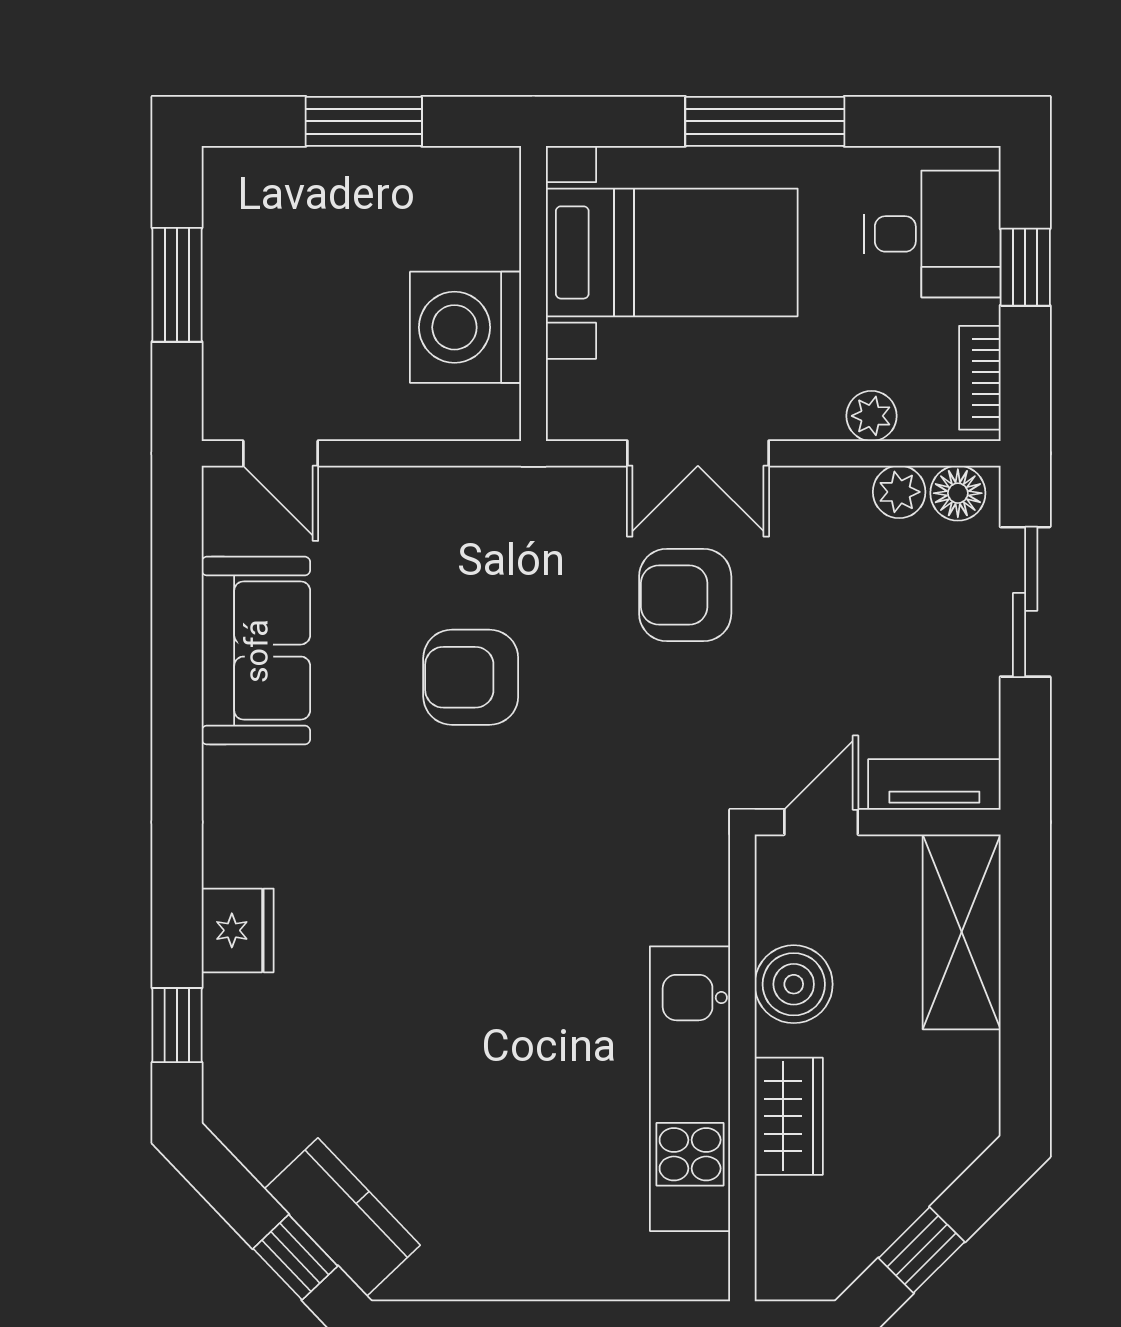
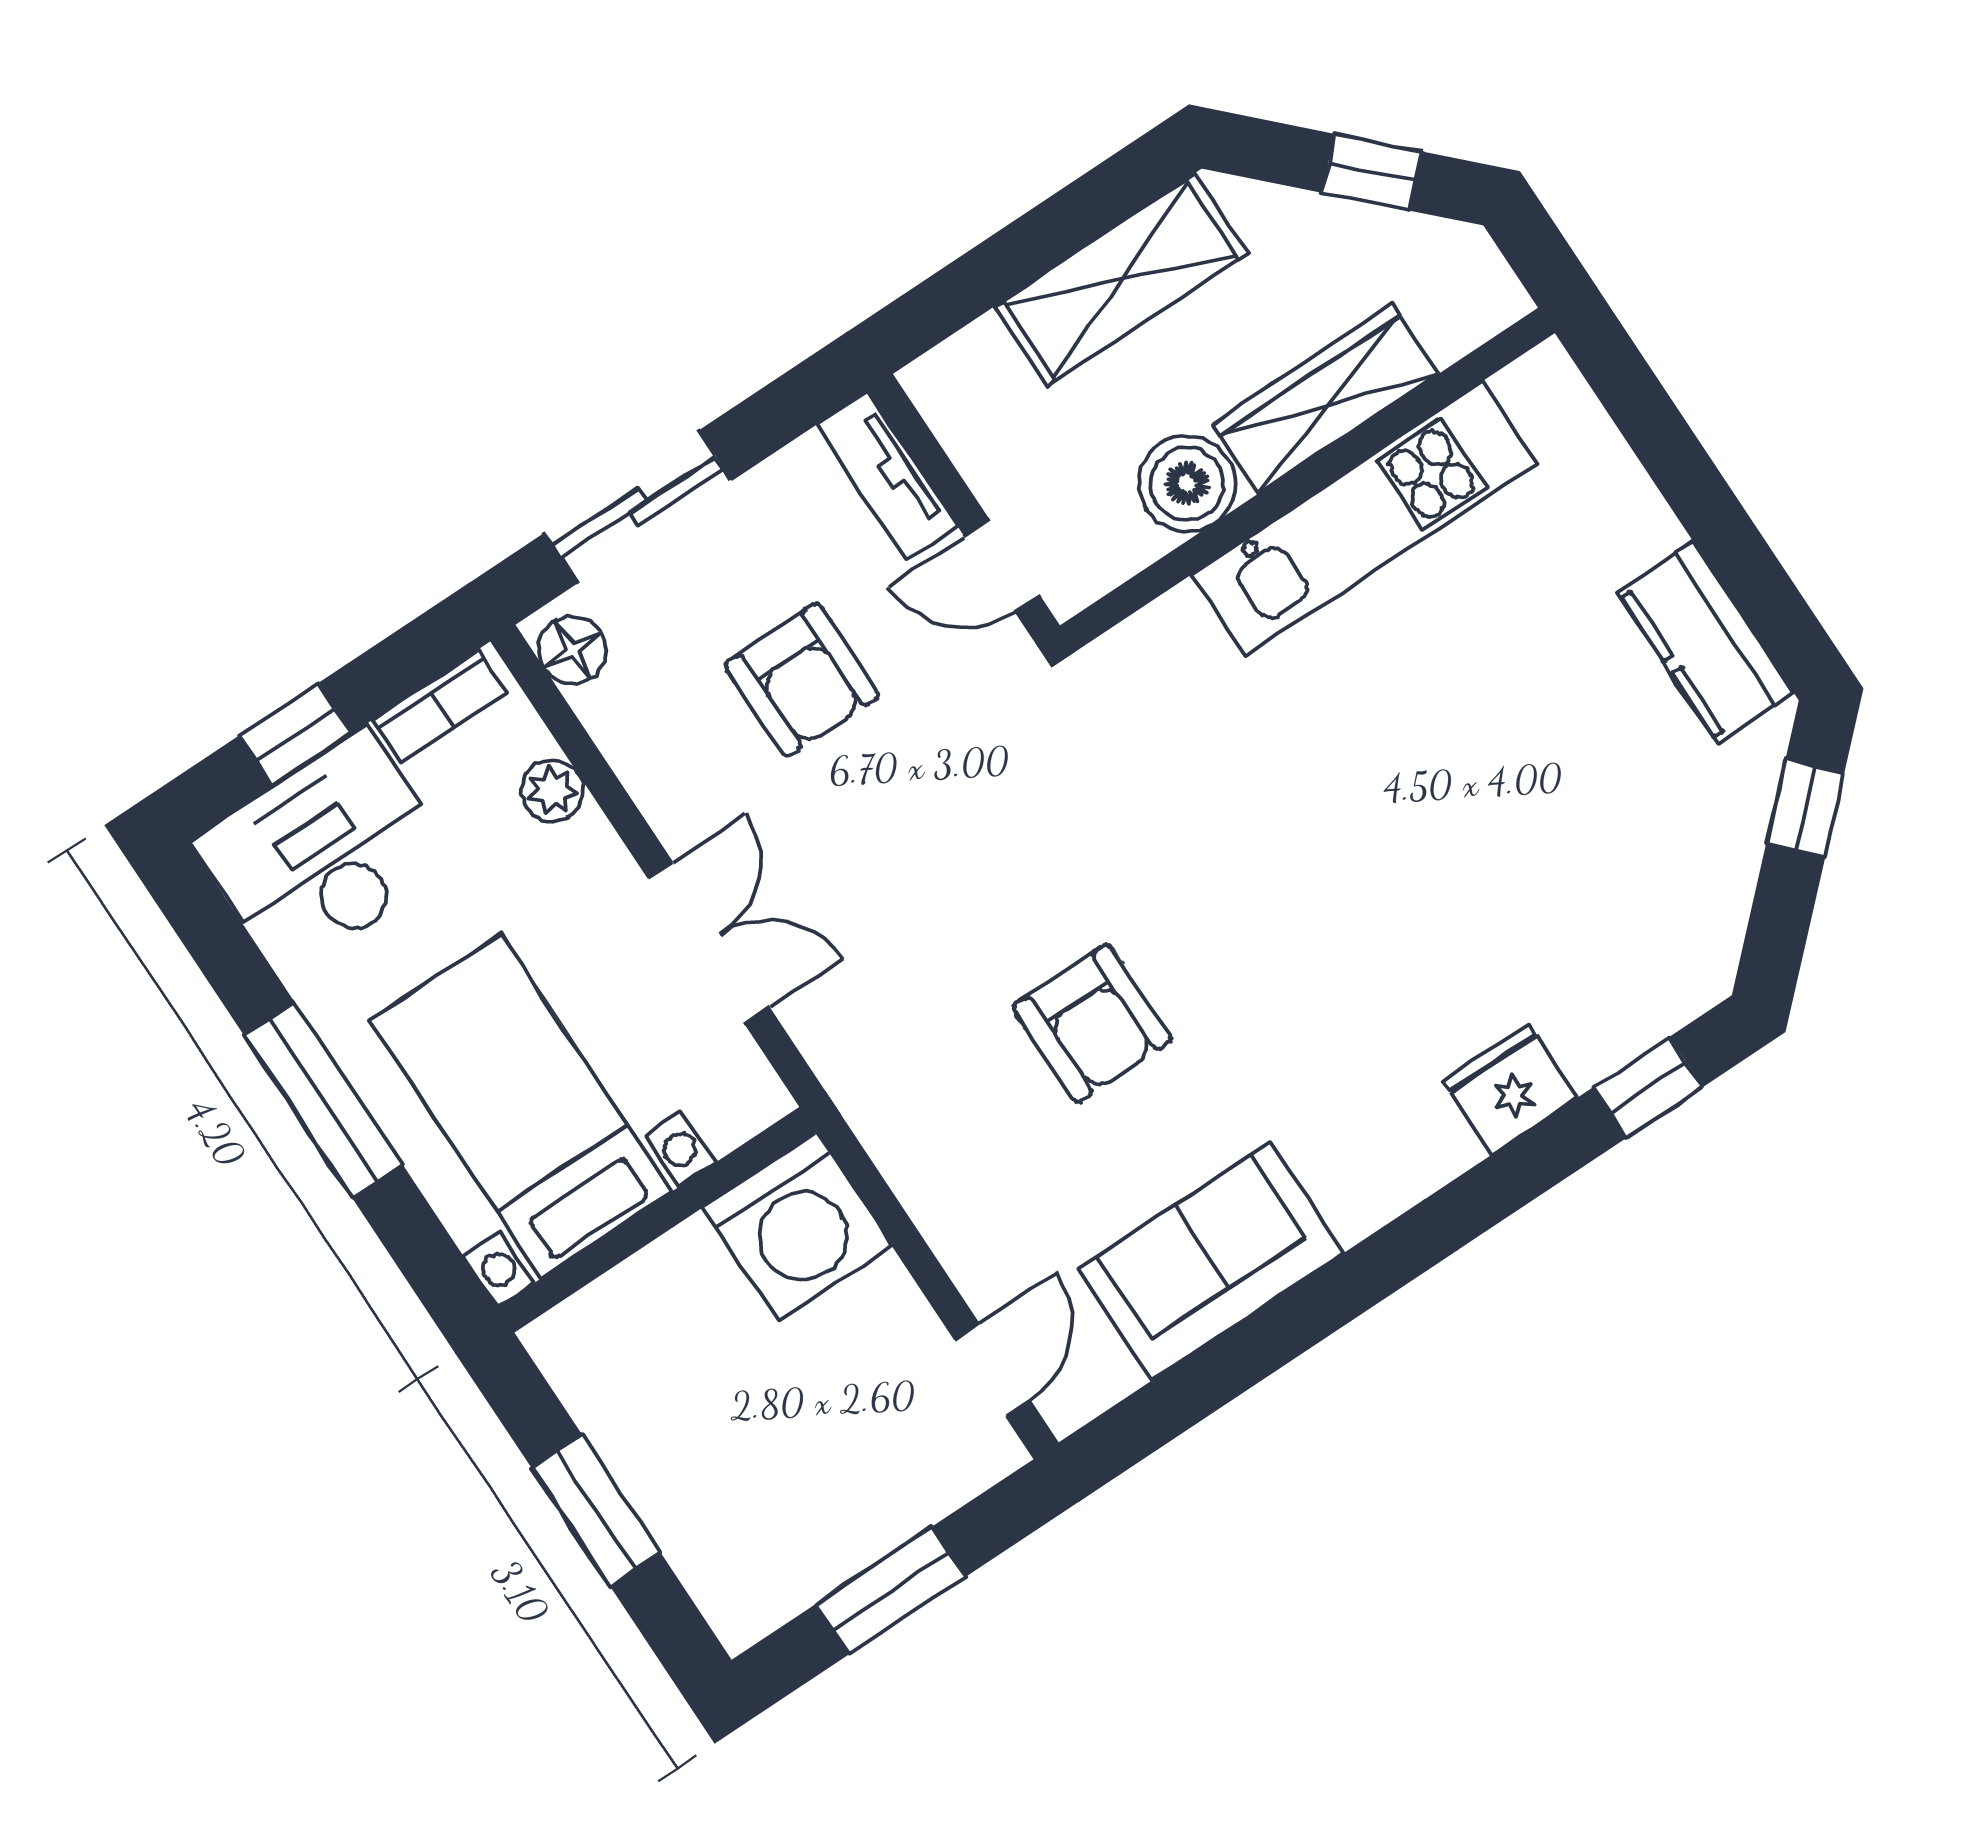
desk: (932, 234) -> (325, 852), width x1.37
washing machine: (466, 327) -> (797, 1227), moved
plant: (899, 492) -> (611, 711), removed
armchair: (685, 595) -> (802, 680), moved
shelving: (962, 932) -> (1121, 280), moved
wardrobe: (789, 1116) -> (1325, 399), width x1.50
kitchen counter: (342, 1217) -> (1706, 642), moved, turned -46

